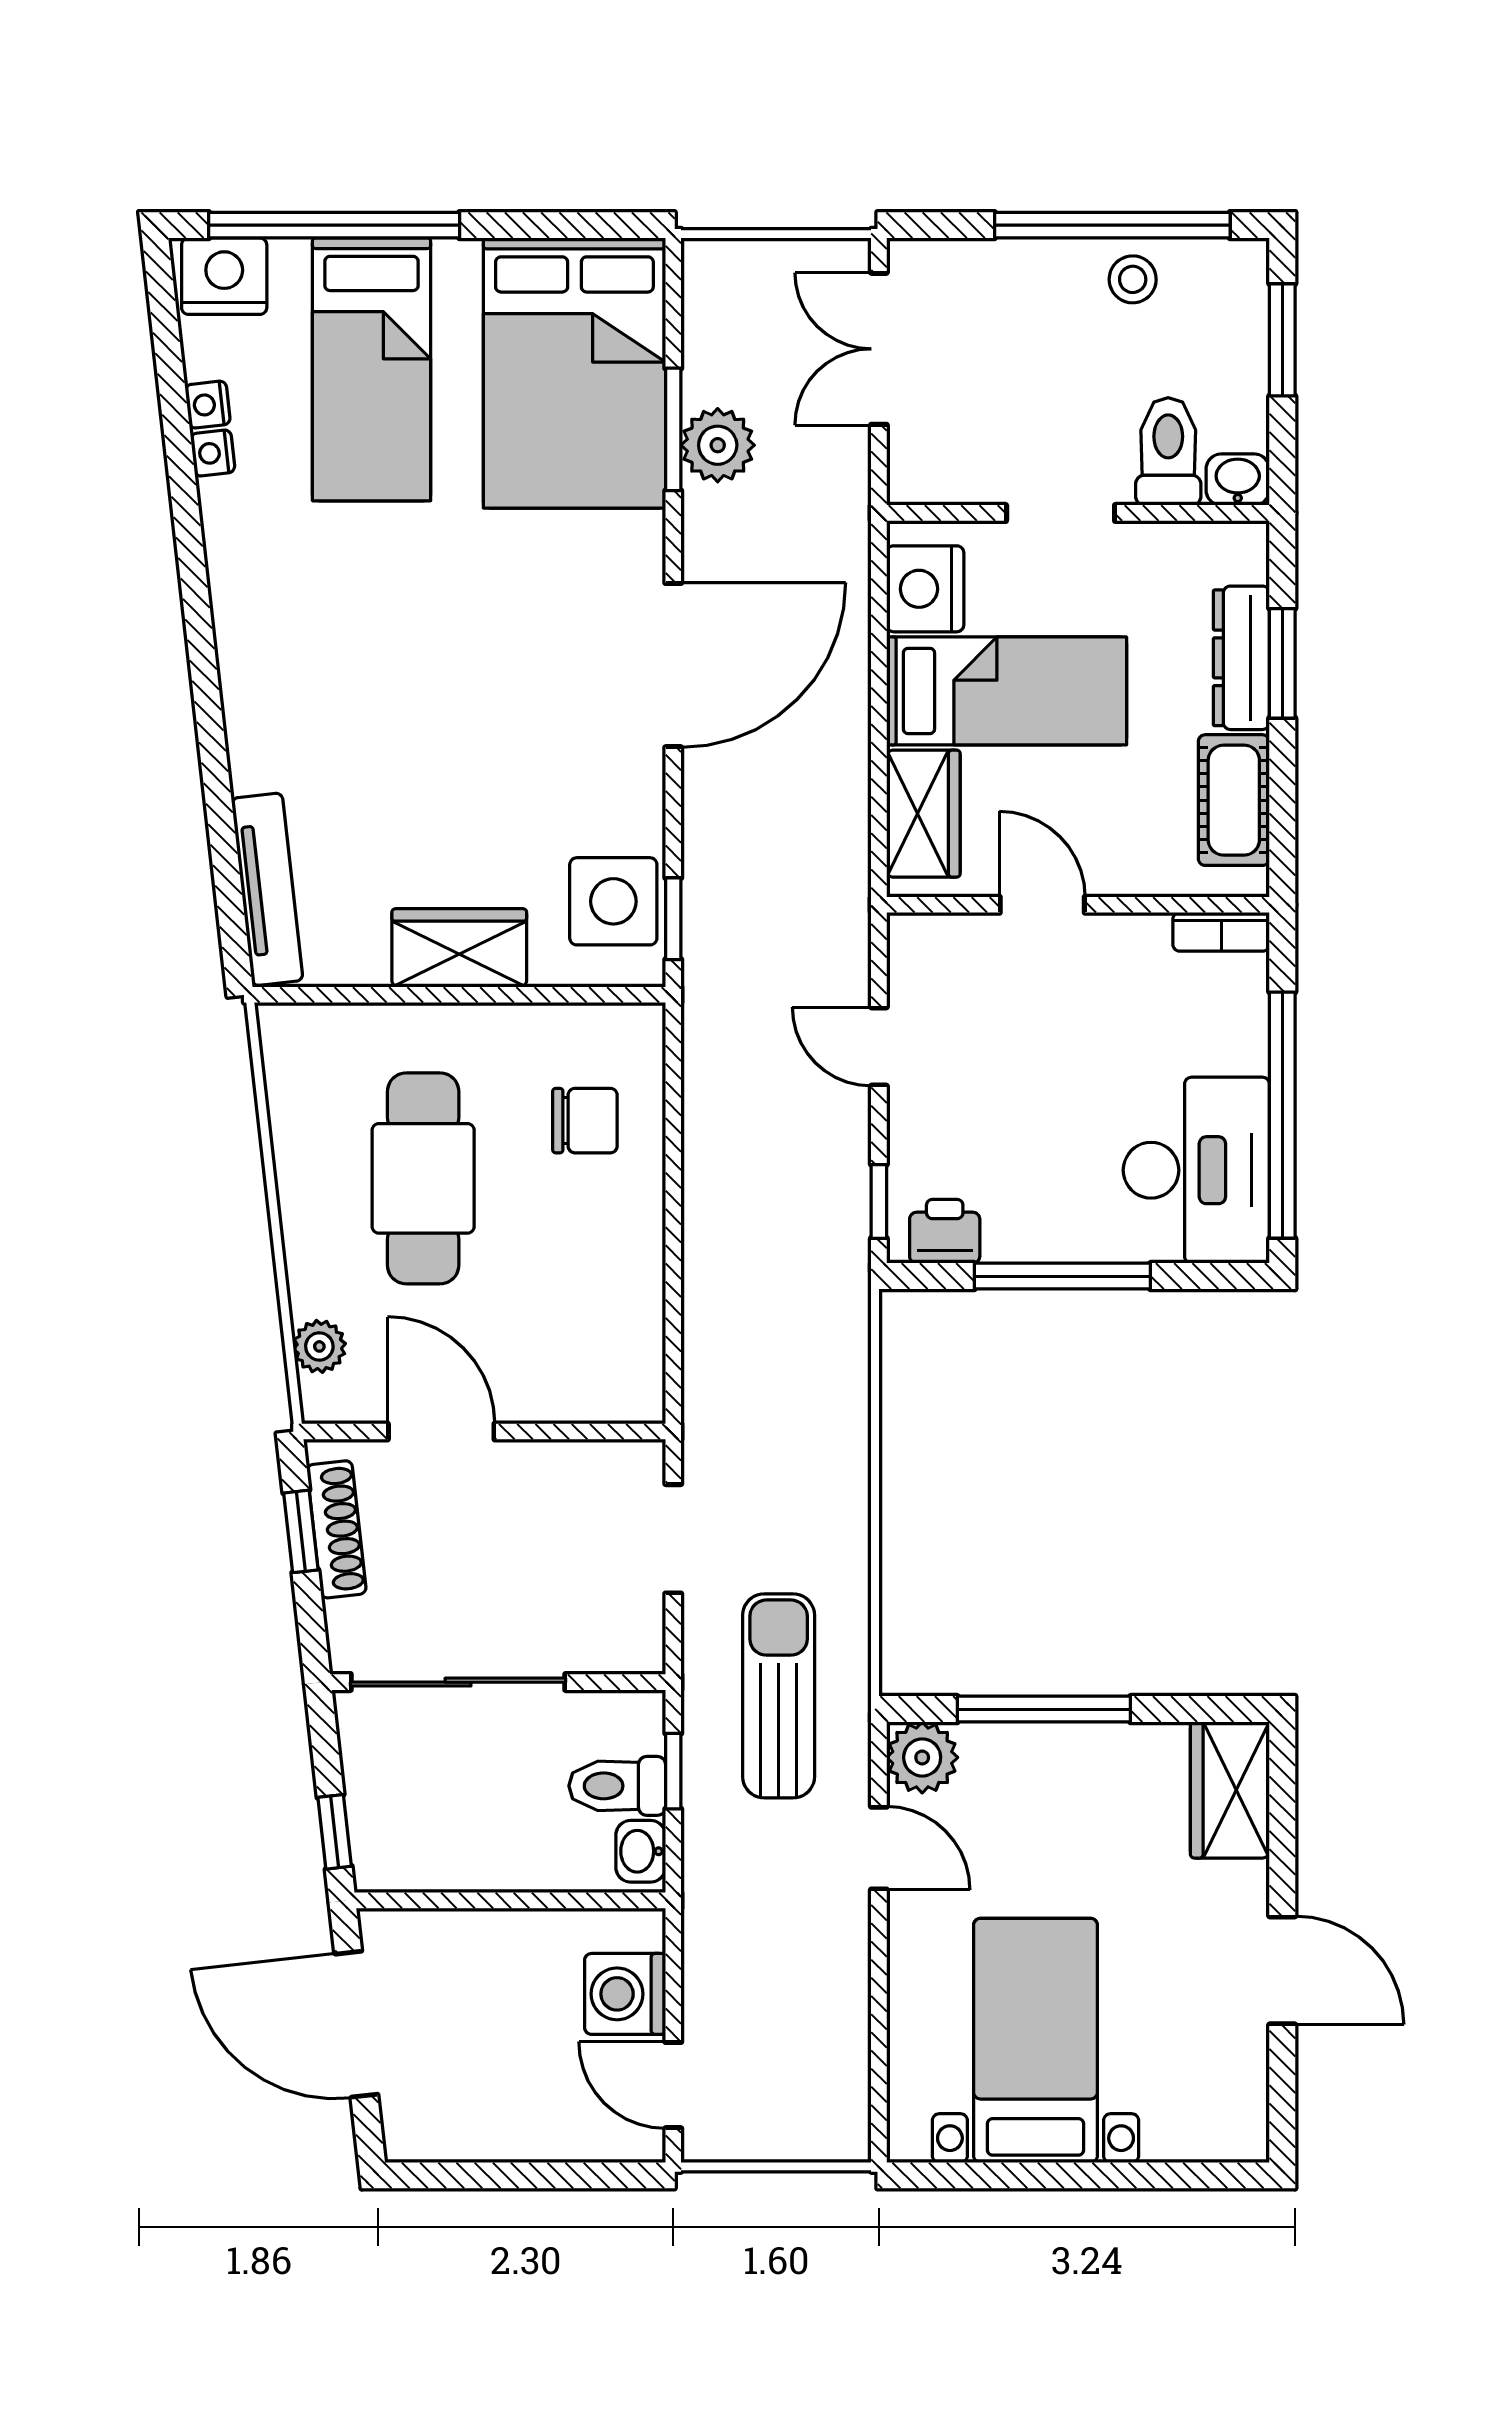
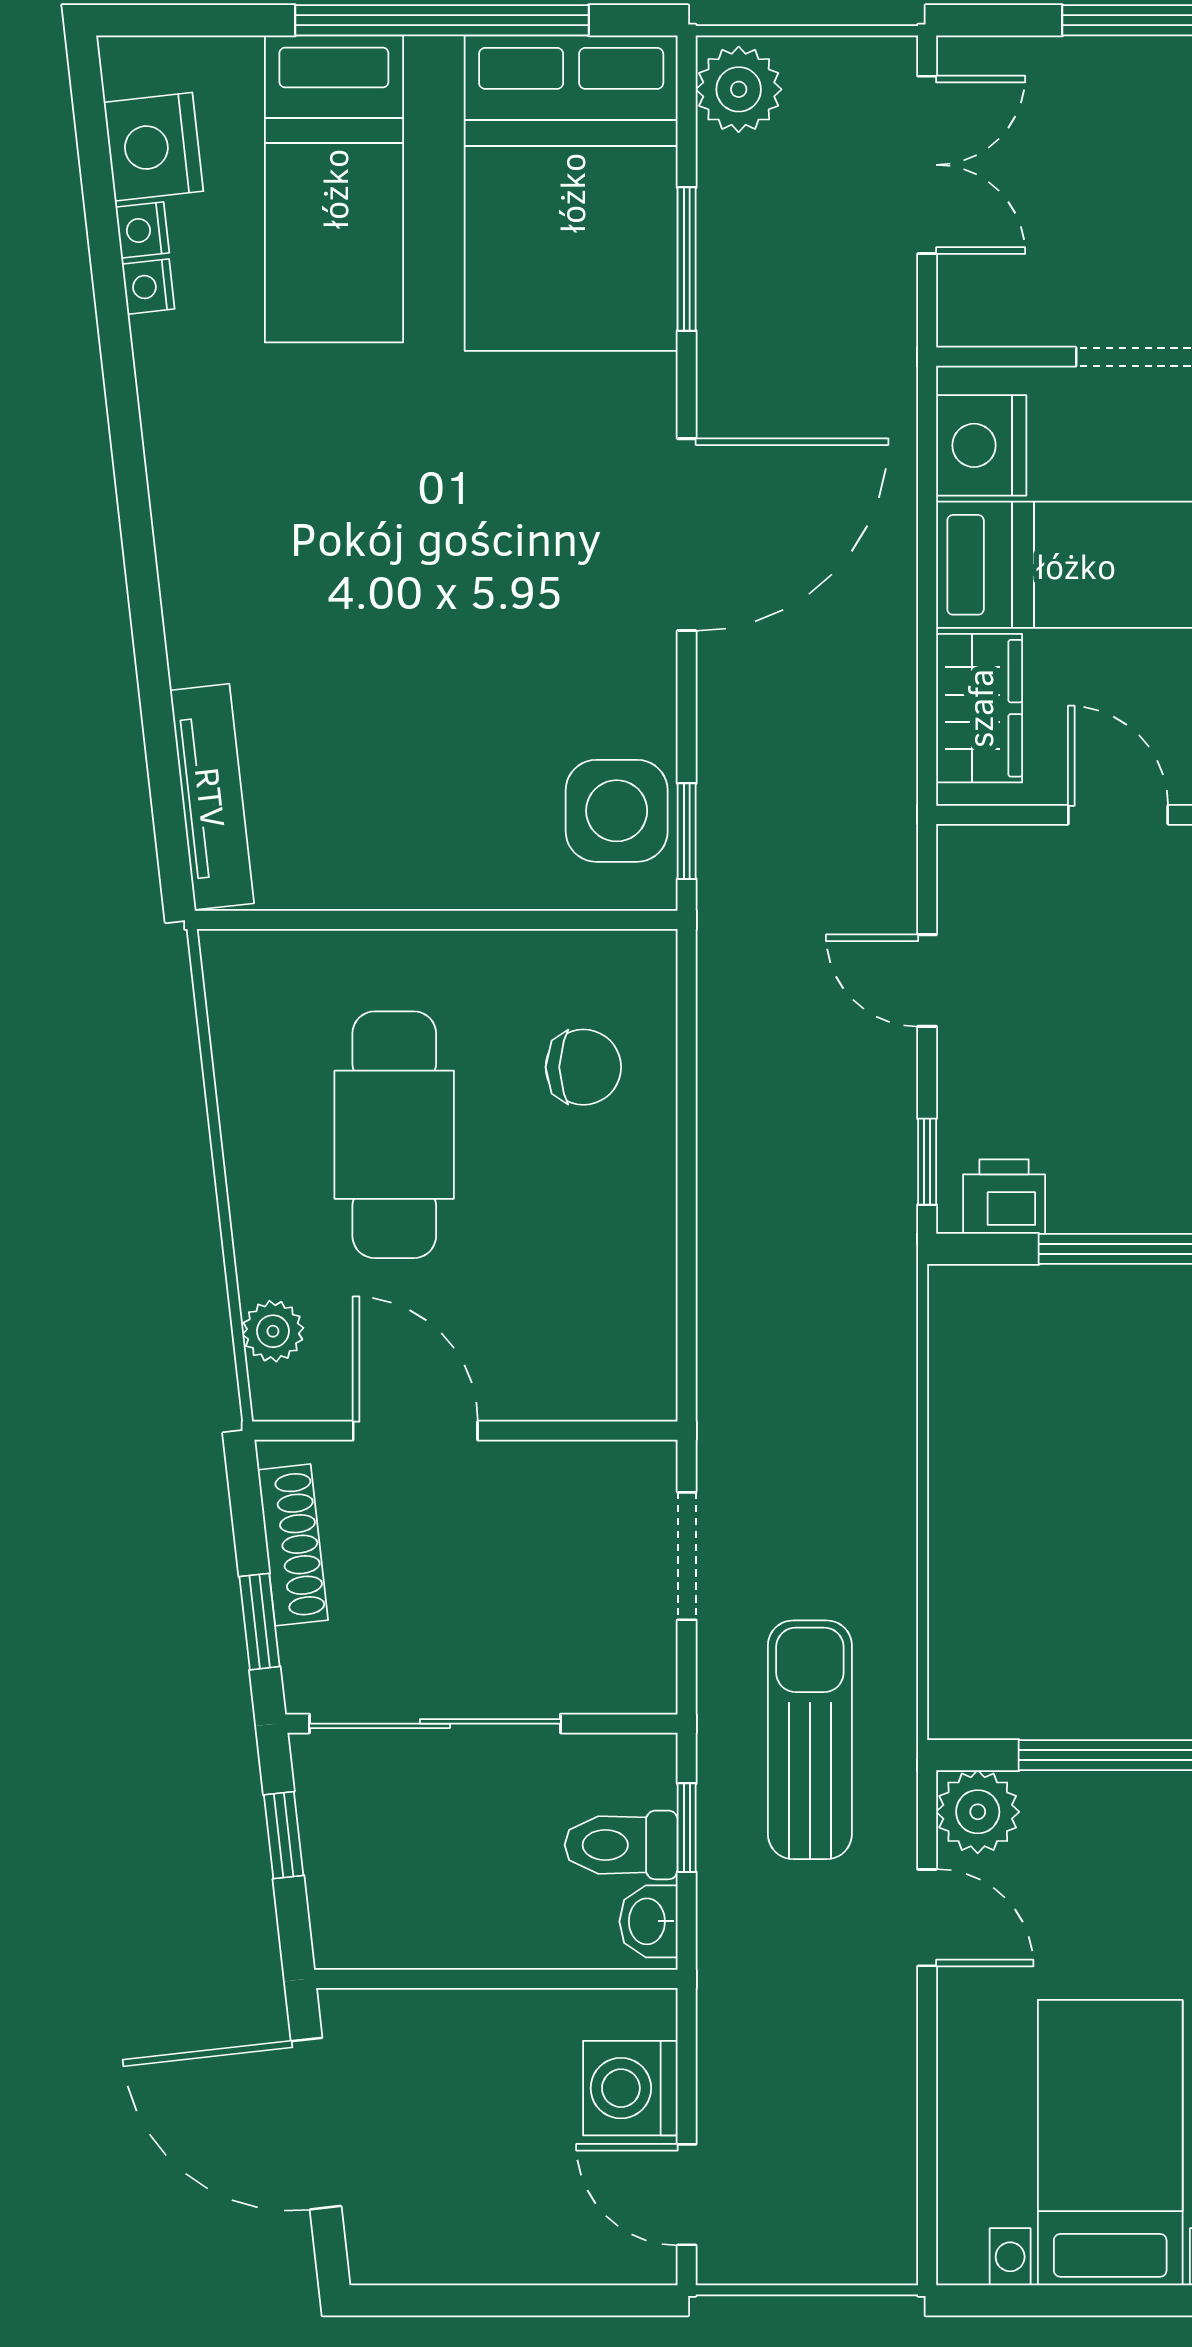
window: (334, 225) -> (442, 20), moved
nightstand: (224, 276) -> (153, 147), moved, turned -96
double door: (879, 349) -> (927, 165), swing flipped
plant: (718, 445) -> (739, 89), moved
wardrobe: (459, 948) -> (436, 865), removed
window: (301, 1531) -> (260, 1622), moved
window: (335, 1832) -> (284, 1835), moved

